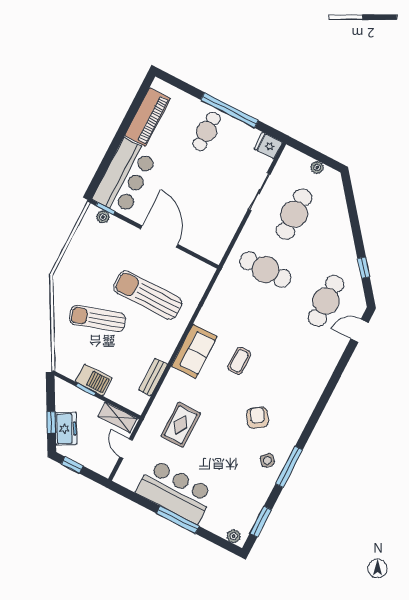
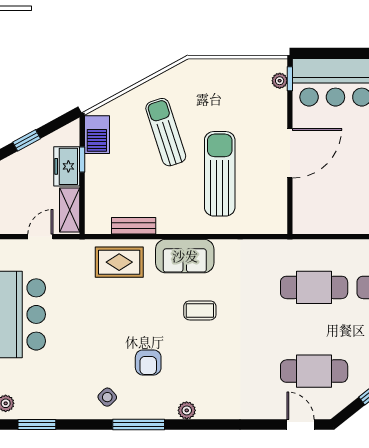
cafe table: (265, 270) -> (314, 287), turned 90
barbecue: (94, 380) -> (97, 135), moved
plant: (307, 408) -> (187, 410), added
armchair: (258, 418) -> (148, 362), turned 124
rug: (181, 425) -> (119, 262), moved
freezer: (66, 429) -> (67, 166), moved, turned 119
window: (289, 467) -> (139, 424), moved

